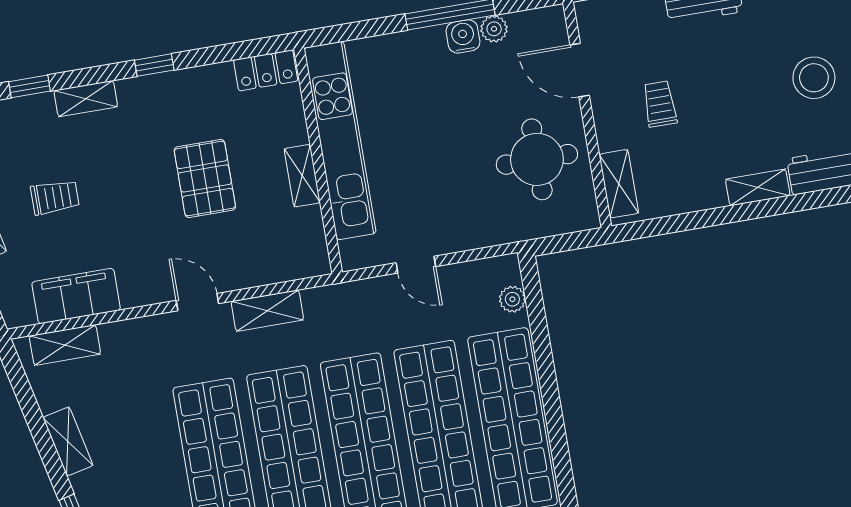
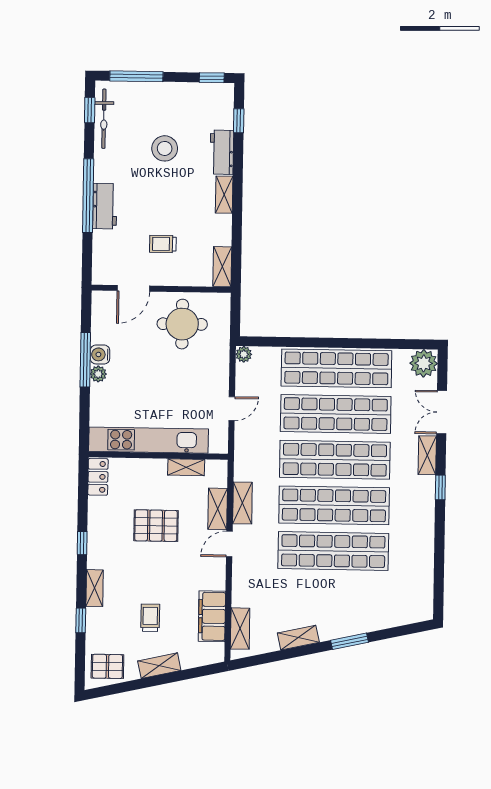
plant: (494, 29) -> (98, 374), moved
shelving: (302, 176) -> (186, 467), moved
shelving: (619, 184) -> (222, 267), moved, turned 90
shelving: (251, 273) -> (218, 509), added
plant: (512, 299) -> (244, 354), moved

